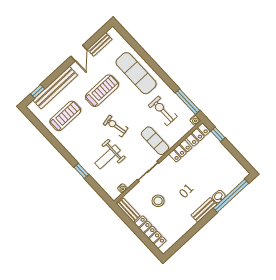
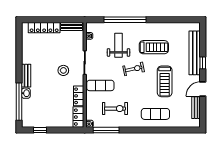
door: (79, 53) -> (203, 89), hinge flipped
exercise mat: (136, 73) -> (155, 114), width x0.73, depth x0.69
window: (38, 91) -> (203, 63), moved
treadmill: (65, 116) -> (154, 47), moved, turned -90
window: (218, 134) -> (40, 130), moved
window: (81, 171) -> (125, 20), width x3.17
stool: (158, 201) -> (63, 70), moved

